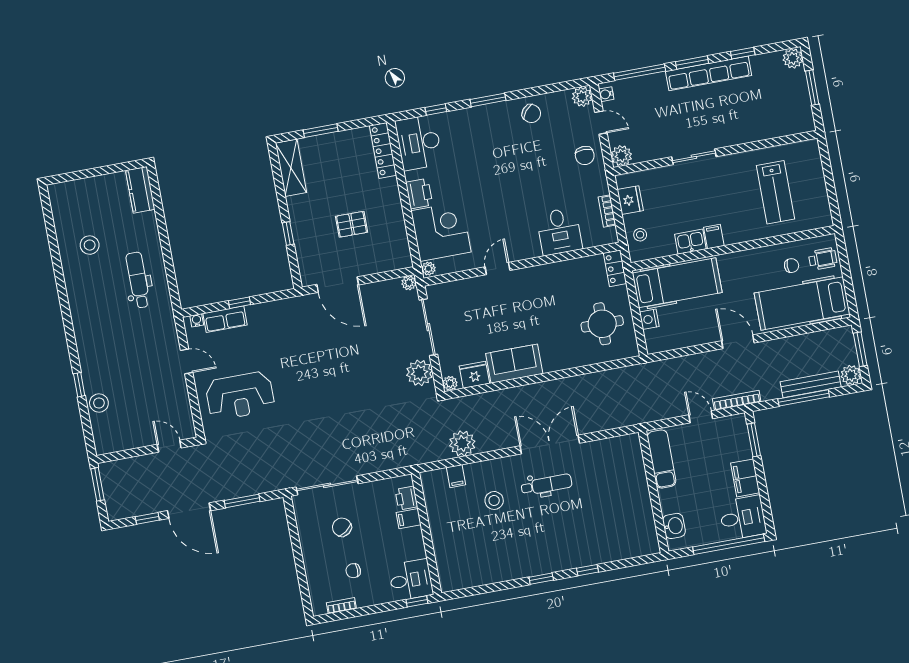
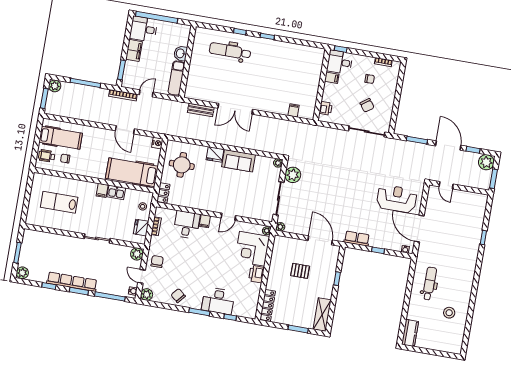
desk: (419, 143) -> (218, 301), moved, turned 90
lab bench: (776, 192) -> (59, 202), turned -90
filing cabinet: (532, 248) -> (205, 221), added
dental chair: (138, 280) -> (430, 283), turned 180
hospital bed: (802, 304) -> (61, 138), width x0.73, depth x0.78
row of seats: (225, 319) -> (357, 239), moved
nightstand: (649, 319) -> (157, 143), moved
door: (738, 342) -> (125, 130), moved
door: (187, 361) -> (419, 229), width x1.88
fridge: (474, 375) -> (215, 154), moved
bench: (811, 384) -> (201, 110), moved, width x0.73
stool: (99, 403) -> (476, 223), removed
door: (701, 417) -> (146, 93), swing flipped
plant: (462, 443) -> (486, 162), moved
dental chair: (546, 485) -> (230, 51), moved, width x1.36, depth x1.38
stool: (494, 500) -> (277, 89), removed
filing cabinet: (409, 519) -> (332, 78), moved
washbasin: (674, 526) -> (181, 53), moved

